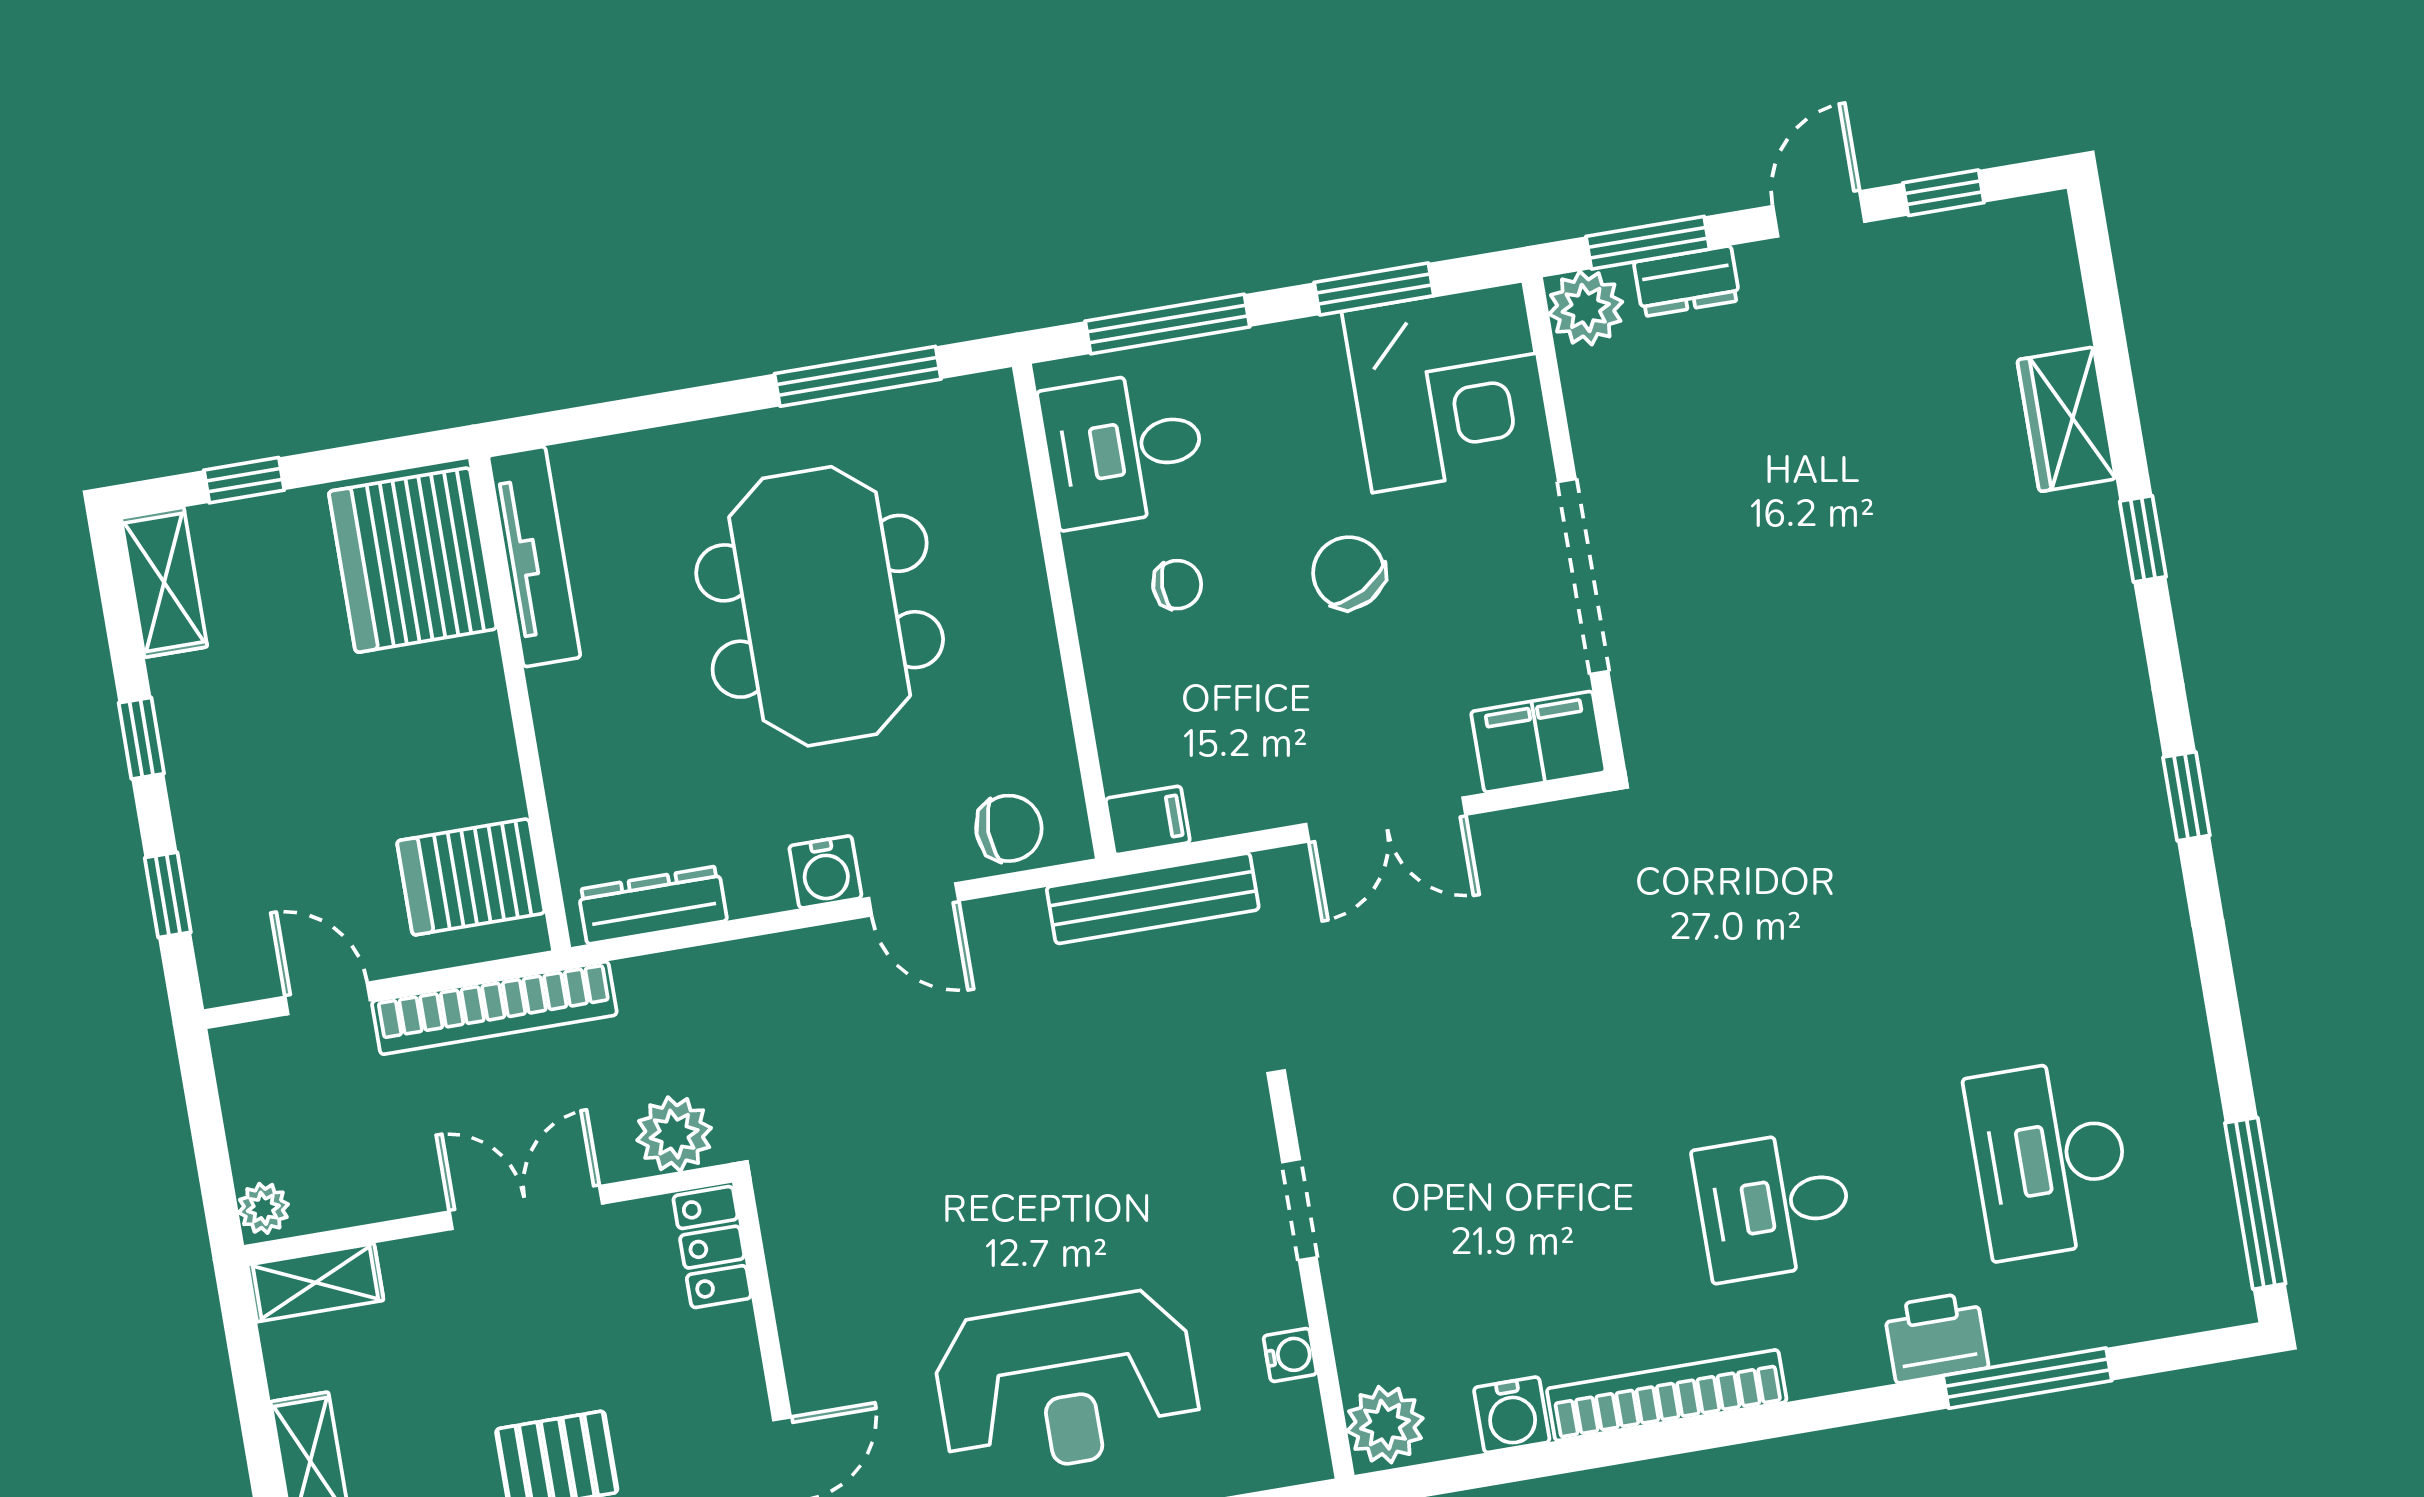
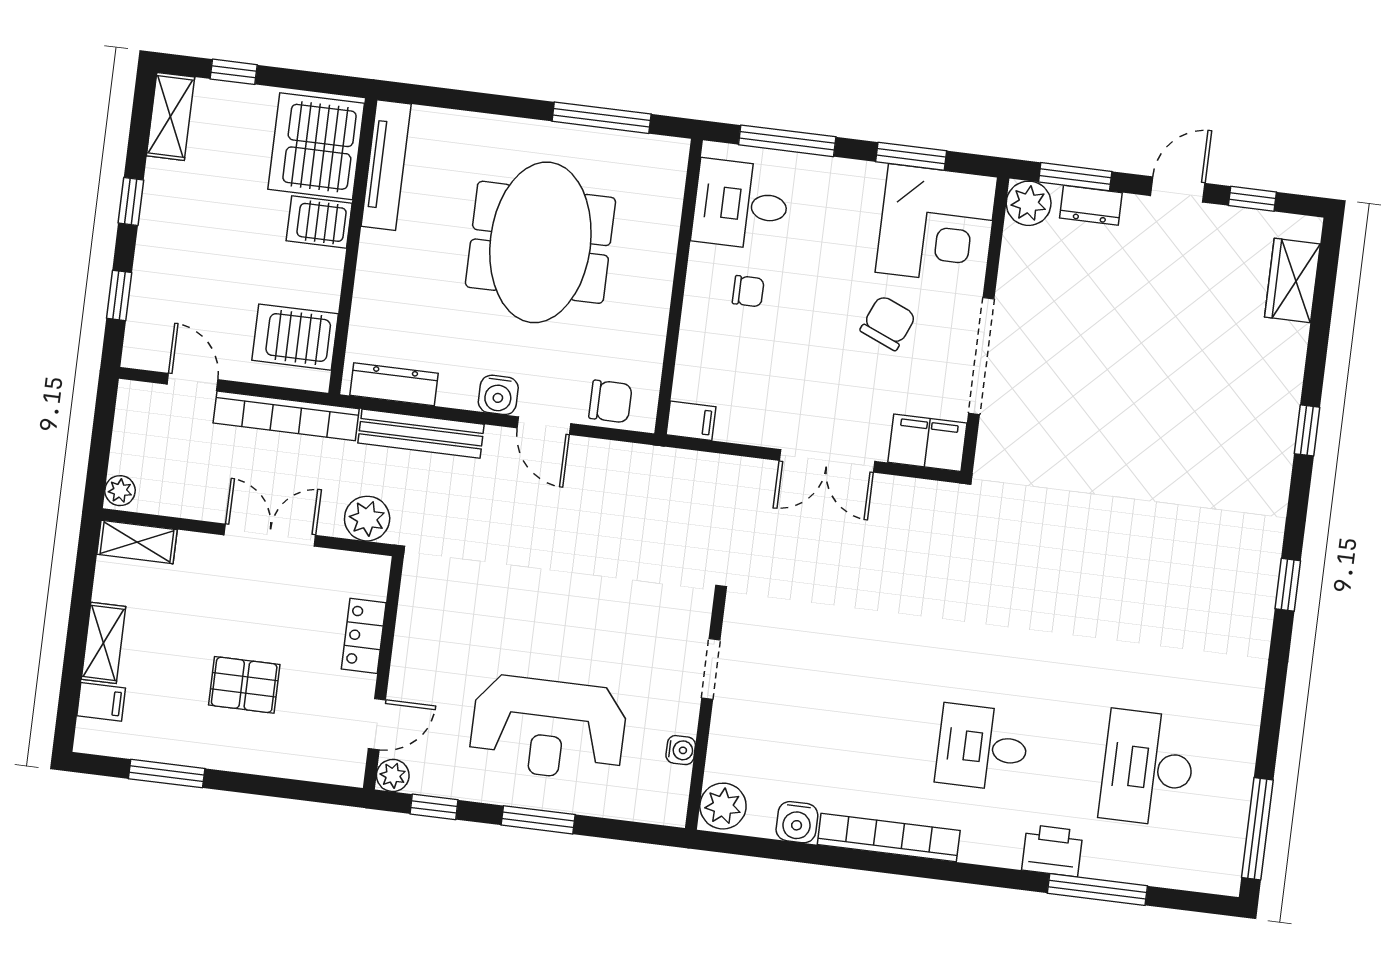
wardrobe: (2066, 419) -> (1292, 281), moved
chair: (1349, 573) -> (888, 323), moved, turned 52
server rack: (454, 680) -> (319, 222), added
bench: (1153, 898) -> (421, 434), moved
locker: (712, 1247) -> (364, 636), moved

